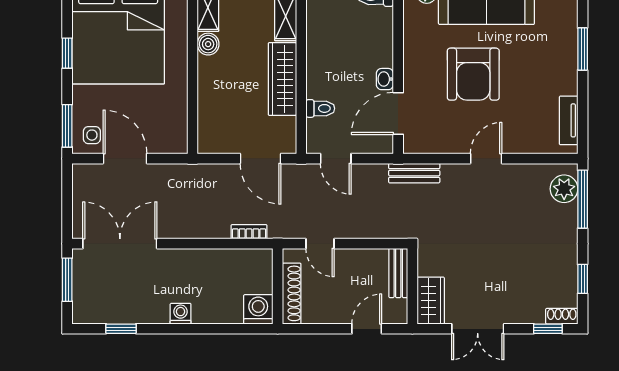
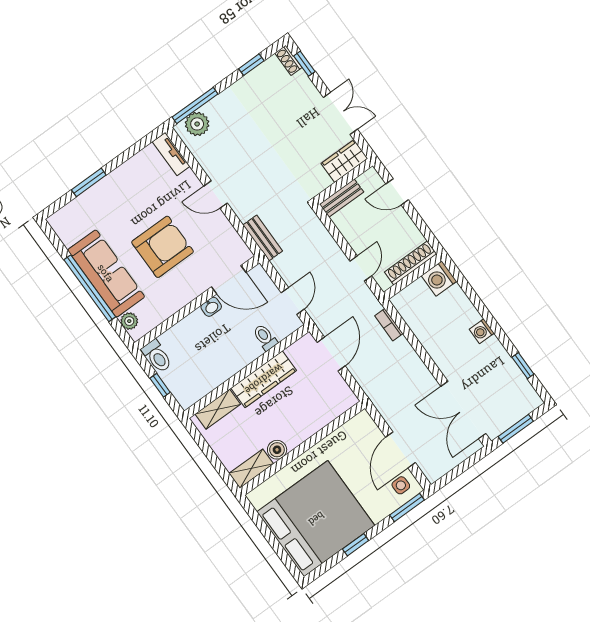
tv unit: (569, 120) -> (171, 154), moved, turned 90

